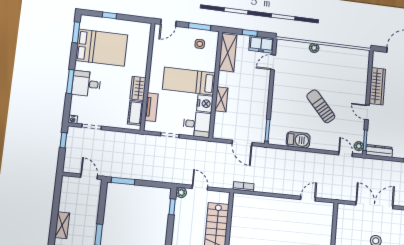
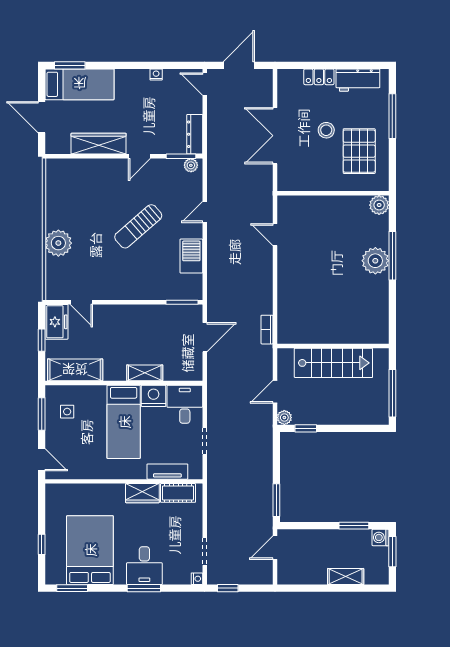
plant: (314, 48) -> (58, 243), width x1.88, depth x1.88
door: (346, 154) -> (205, 212), moved

